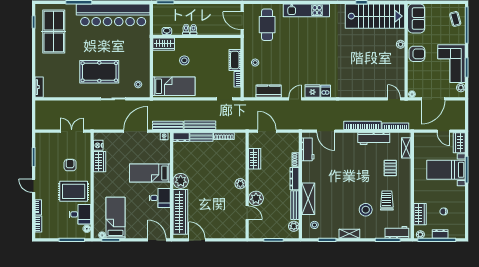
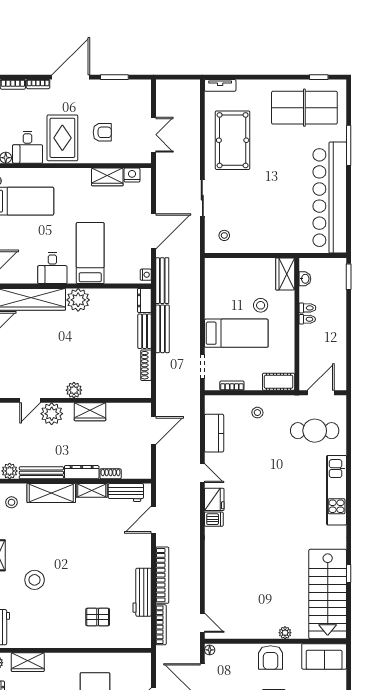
cot: (235, 60) -> (279, 382), moved
pool table: (99, 72) -> (233, 140), moved
bed: (174, 86) -> (236, 333), moved, turned -90
door: (394, 99) -> (202, 623), hinge flipped
door: (135, 131) -> (154, 231), hinge flipped
shelving: (406, 148) -> (92, 490), moved
wardrobe: (255, 159) -> (90, 412), moved
door: (34, 186) -> (71, 77), width x1.88
trolley: (387, 200) -> (49, 612), removed

